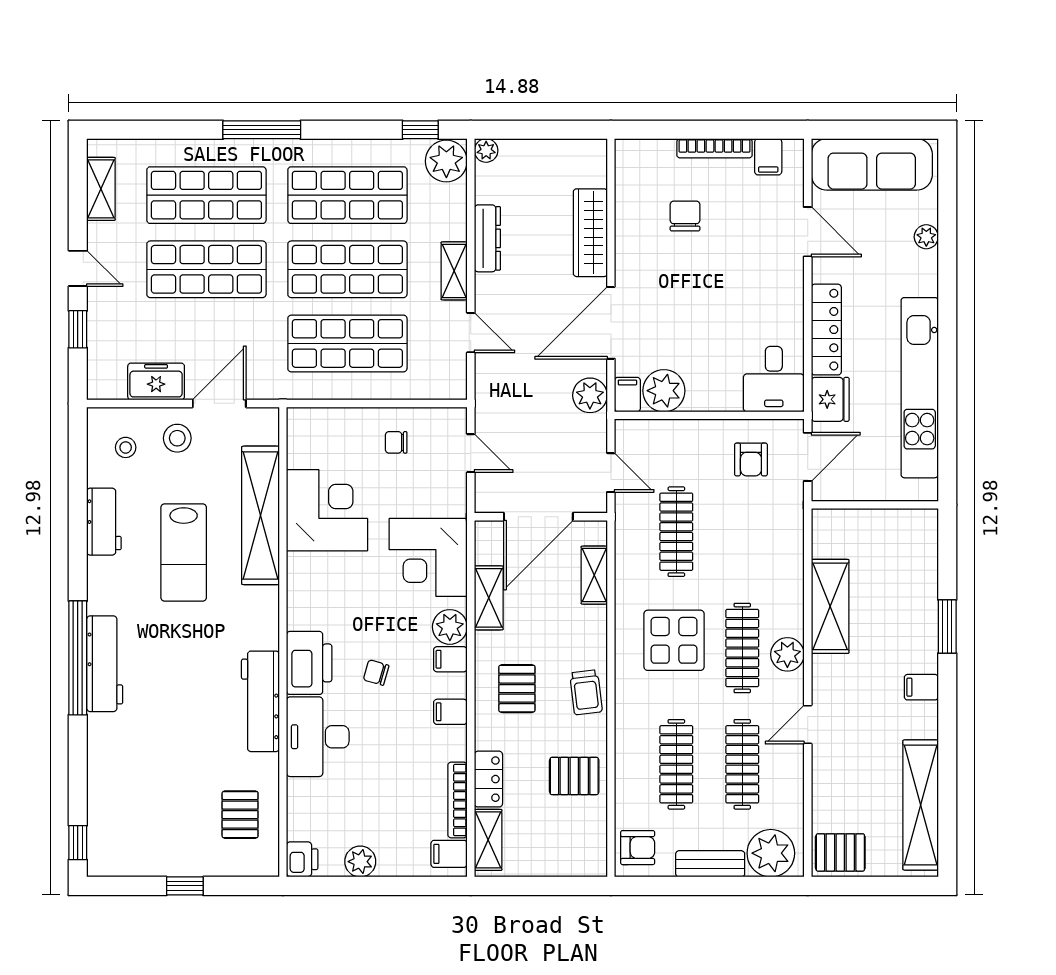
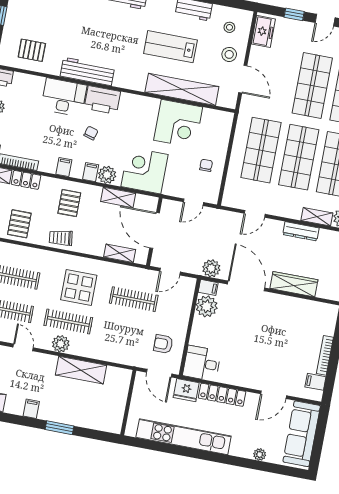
chair: (685, 216) -> (293, 334), removed
shelving: (454, 271) -> (317, 217), moved
freezer: (156, 381) -> (263, 31), moved
pallet: (517, 689) -> (69, 203), turned 90

